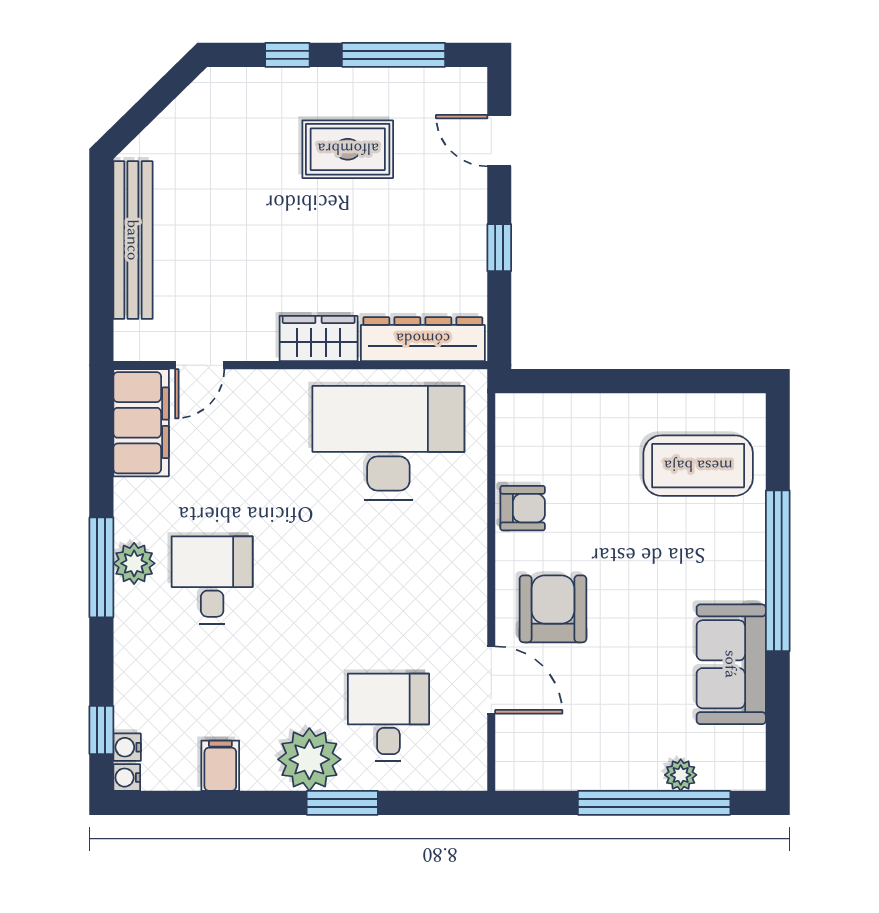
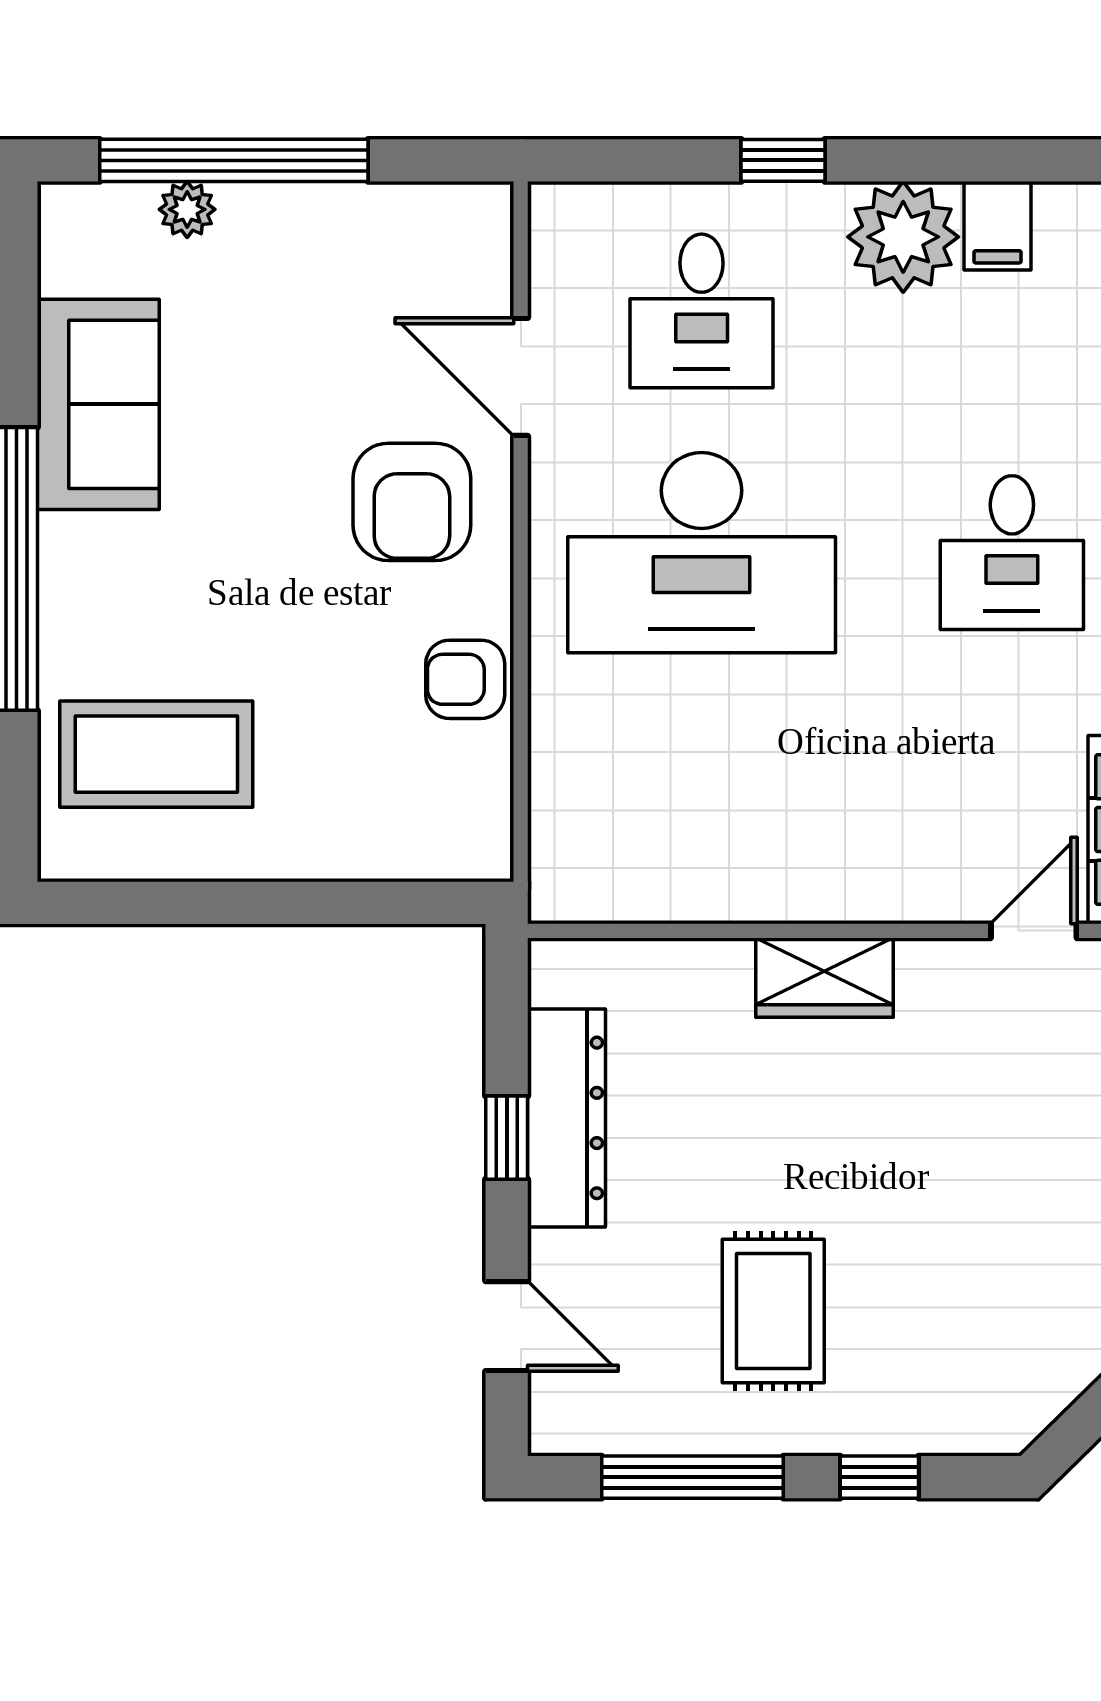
rug: (348, 149) -> (773, 1311), turned 90
dresser: (423, 339) -> (567, 1118), moved, turned -90
desk: (388, 443) -> (702, 553), moved
plant: (309, 759) -> (903, 237), moved
window: (342, 803) -> (783, 160), width x0.67

